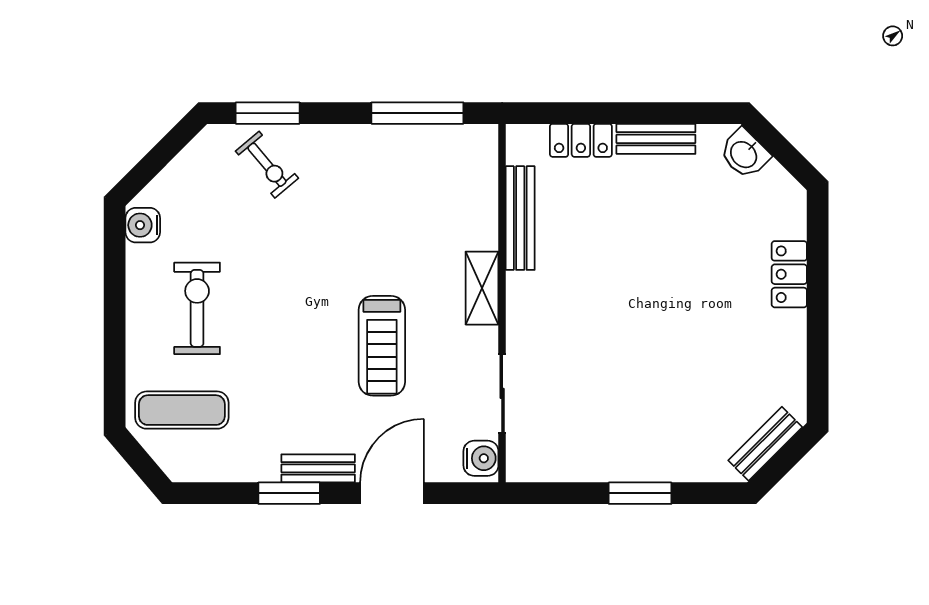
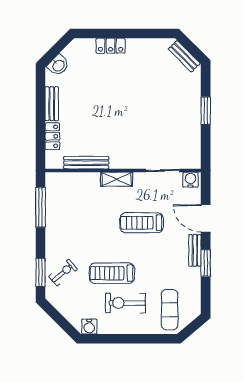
treadmill: (266, 277) -> (112, 273), added
treadmill: (382, 346) -> (142, 223), turned 180

